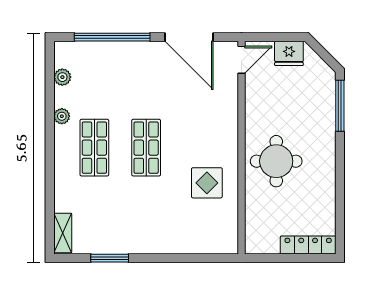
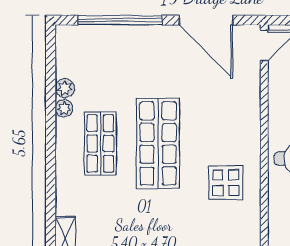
plant: (62, 77) -> (65, 88), moved
shop shelf: (146, 148) -> (158, 143), width x1.43, depth x1.36

